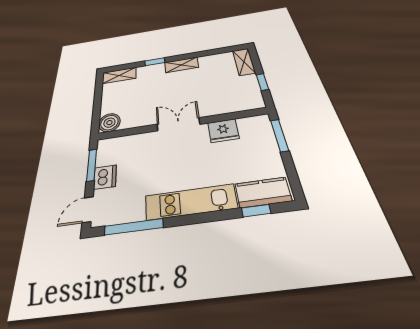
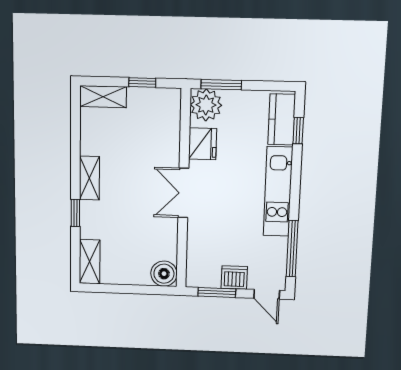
plant: (258, 127) -> (206, 105), added

